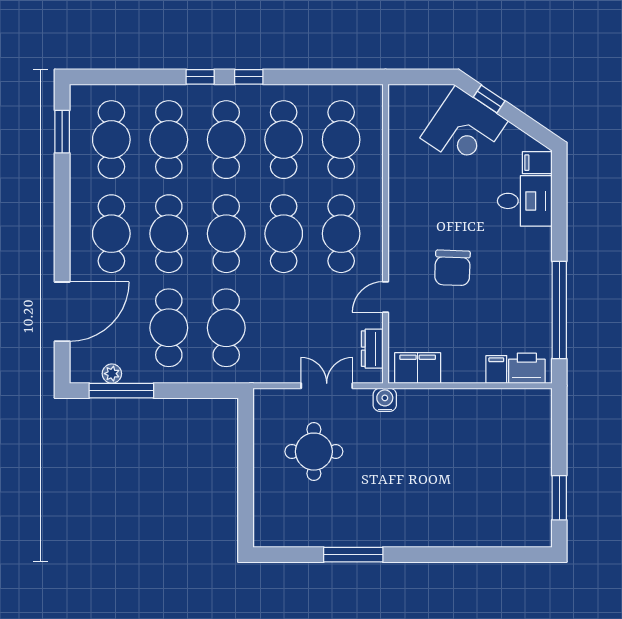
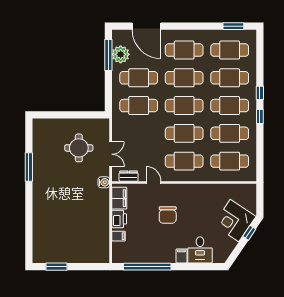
filing cabinet: (537, 163) -> (181, 256), moved
chair: (452, 268) -> (168, 215), turned -92
printer: (527, 368) -> (119, 219), moved
plant: (112, 374) -> (121, 54), width x1.88, depth x1.88

